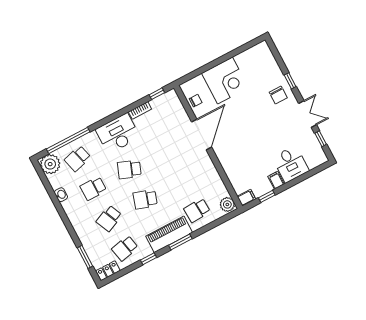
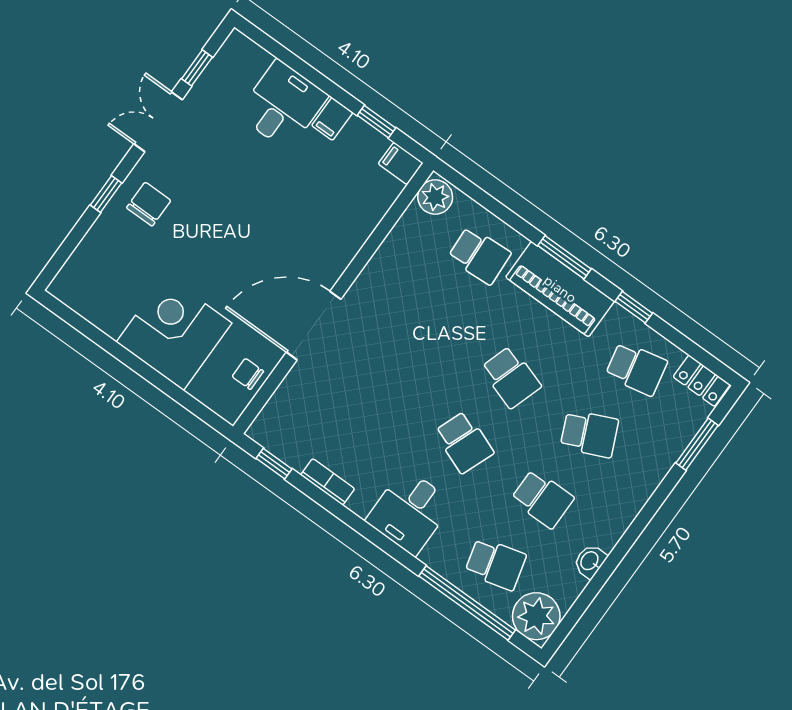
desk: (118, 133) -> (409, 512), width x0.73

